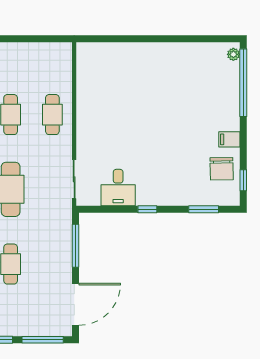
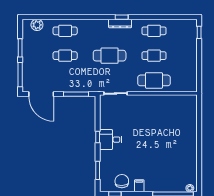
cafe table: (52, 115) -> (154, 80), width x1.37, depth x1.35
chair: (222, 169) -> (122, 181), turned 88
desk: (118, 188) -> (111, 140), moved

